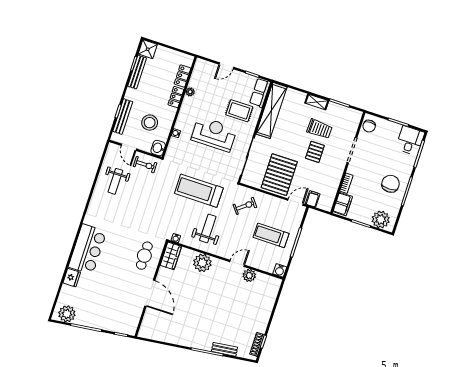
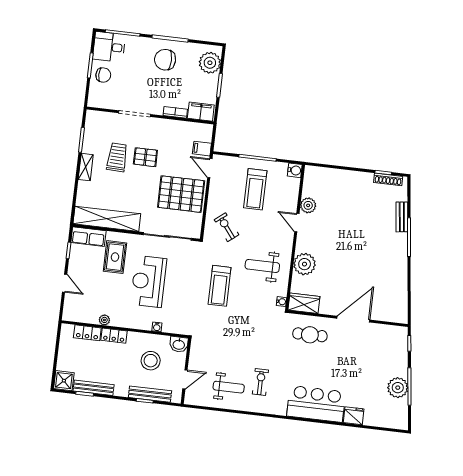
chair: (369, 126) -> (103, 75), moved
exercise bike: (145, 165) -> (260, 382), moved
treadmill: (199, 191) -> (220, 286), width x0.73, depth x0.73
plant: (67, 314) -> (398, 388), moved

